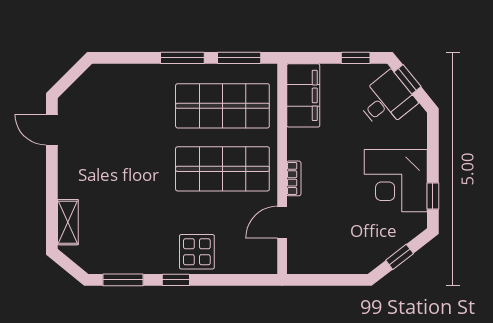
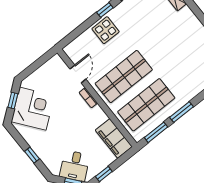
corner desk: (396, 181) -> (33, 109), moved, turned 52
window: (433, 196) -> (32, 155), moved

